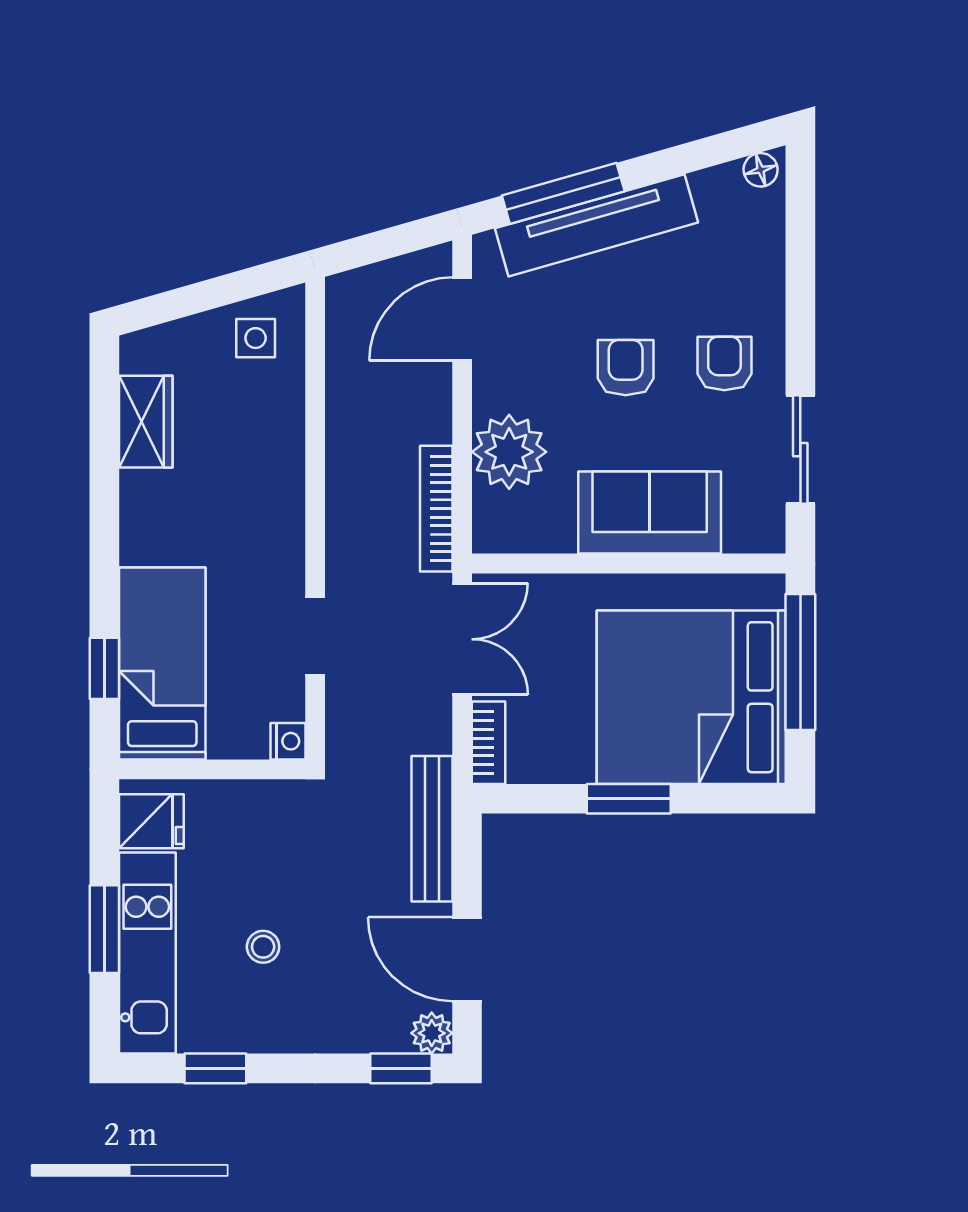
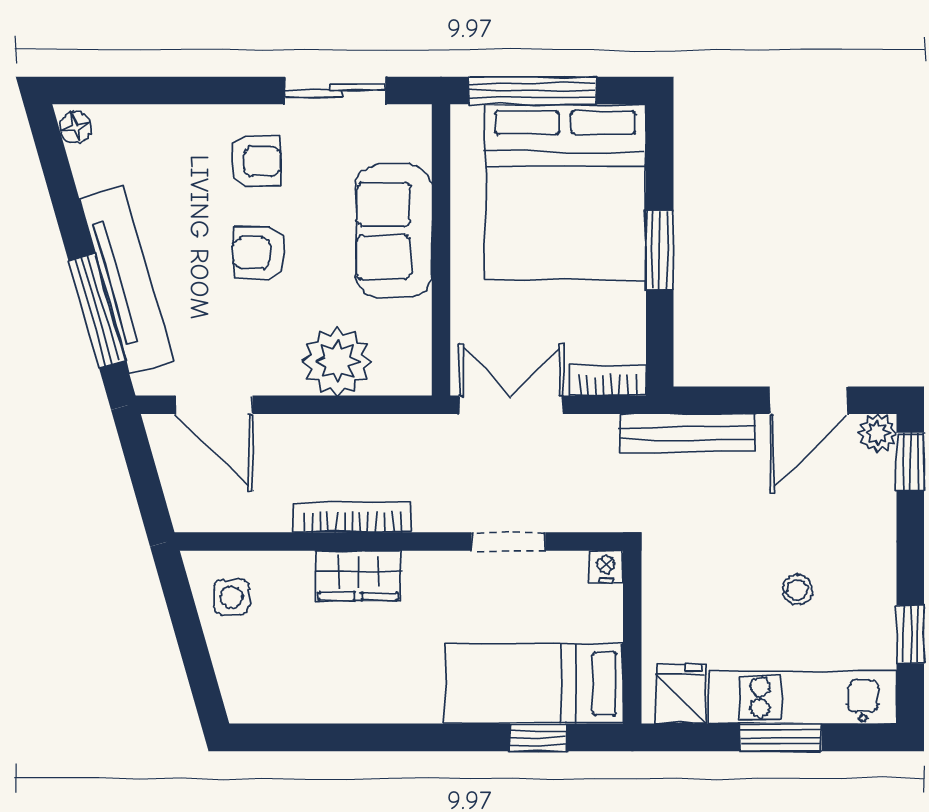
armchair: (724, 363) -> (255, 161), turned 180
wardrobe: (146, 422) -> (358, 575), moved, turned 180
bookcase: (436, 509) -> (352, 517), moved, turned 180

